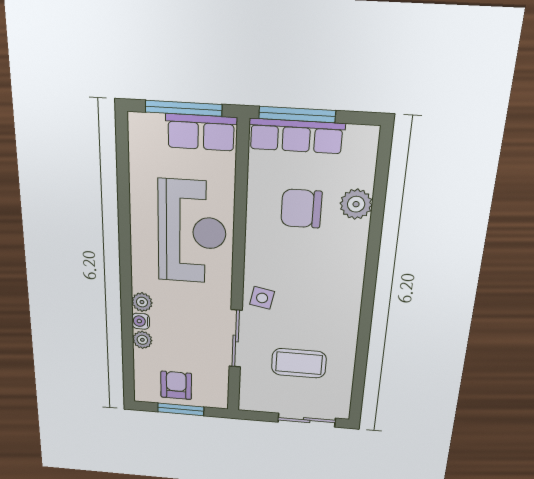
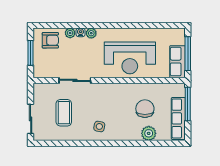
row of seats: (296, 136) -> (178, 118), moved
side table: (262, 298) -> (99, 126), moved
armchair: (176, 385) -> (50, 40), moved

